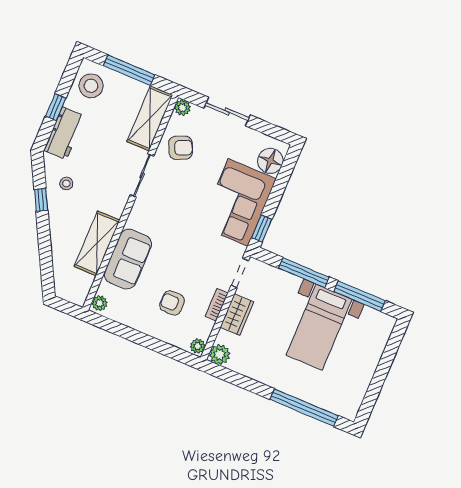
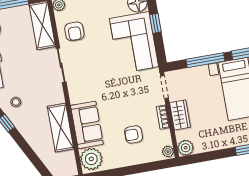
armchair: (181, 148) -> (74, 31), turned 114
window: (262, 228) -> (155, 23), moved
plant: (100, 303) -> (91, 159), width x1.88, depth x1.88

